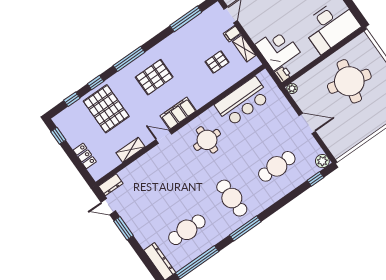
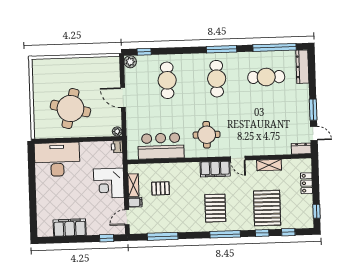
corner desk: (278, 48) -> (109, 183), moved
pallet: (154, 77) -> (215, 208), turned 90
cafe table: (277, 166) -> (167, 80), turned 90

